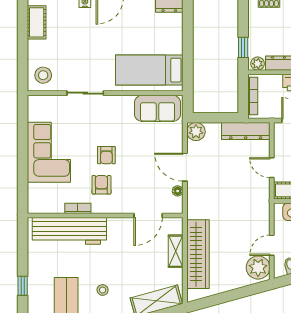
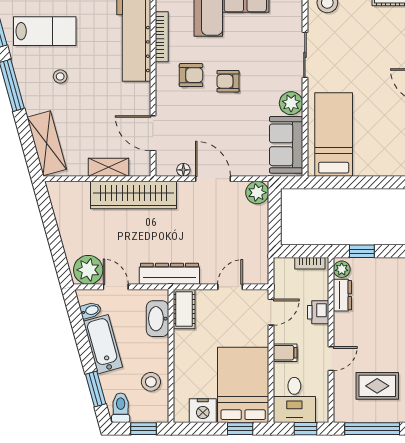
bookcase: (253, 96) -> (310, 263), width x0.64
plant: (124, 104) -> (291, 103), added
dresser: (246, 131) -> (169, 274), moved, turned 90
door: (185, 167) -> (213, 179), hinge flipped
door: (272, 168) -> (230, 287), moved
bookcase: (78, 208) -> (162, 37), width x1.56
wardrobe: (198, 254) -> (133, 195), moved

